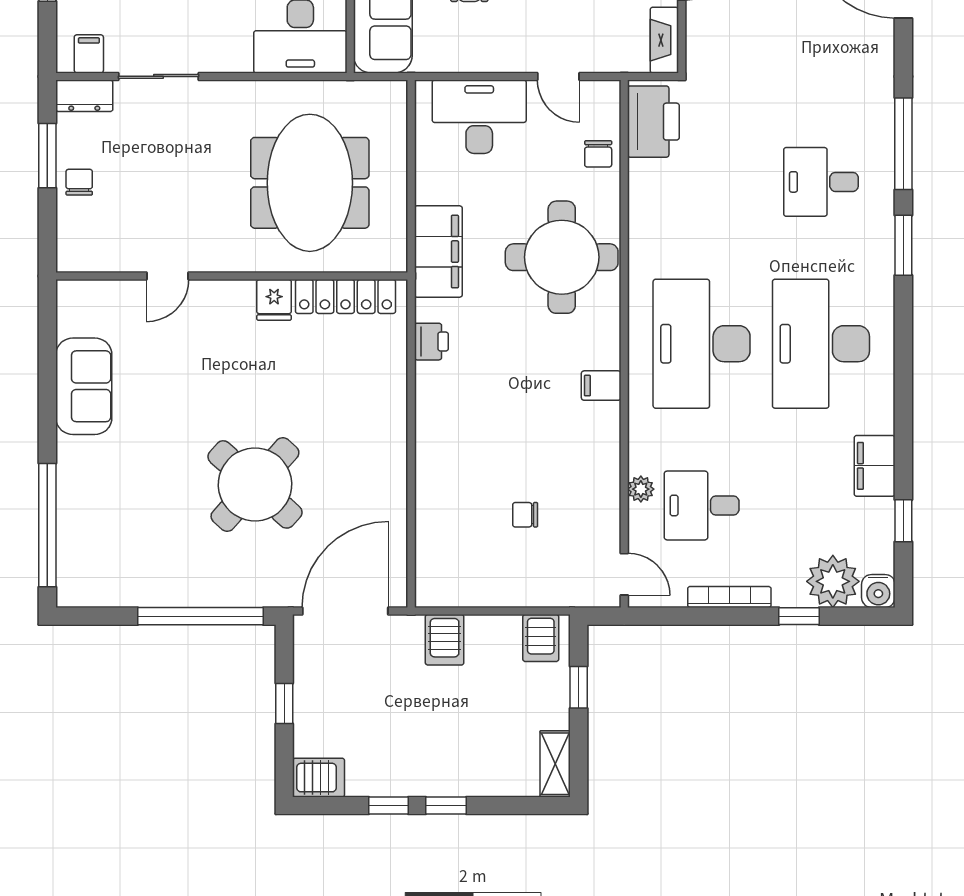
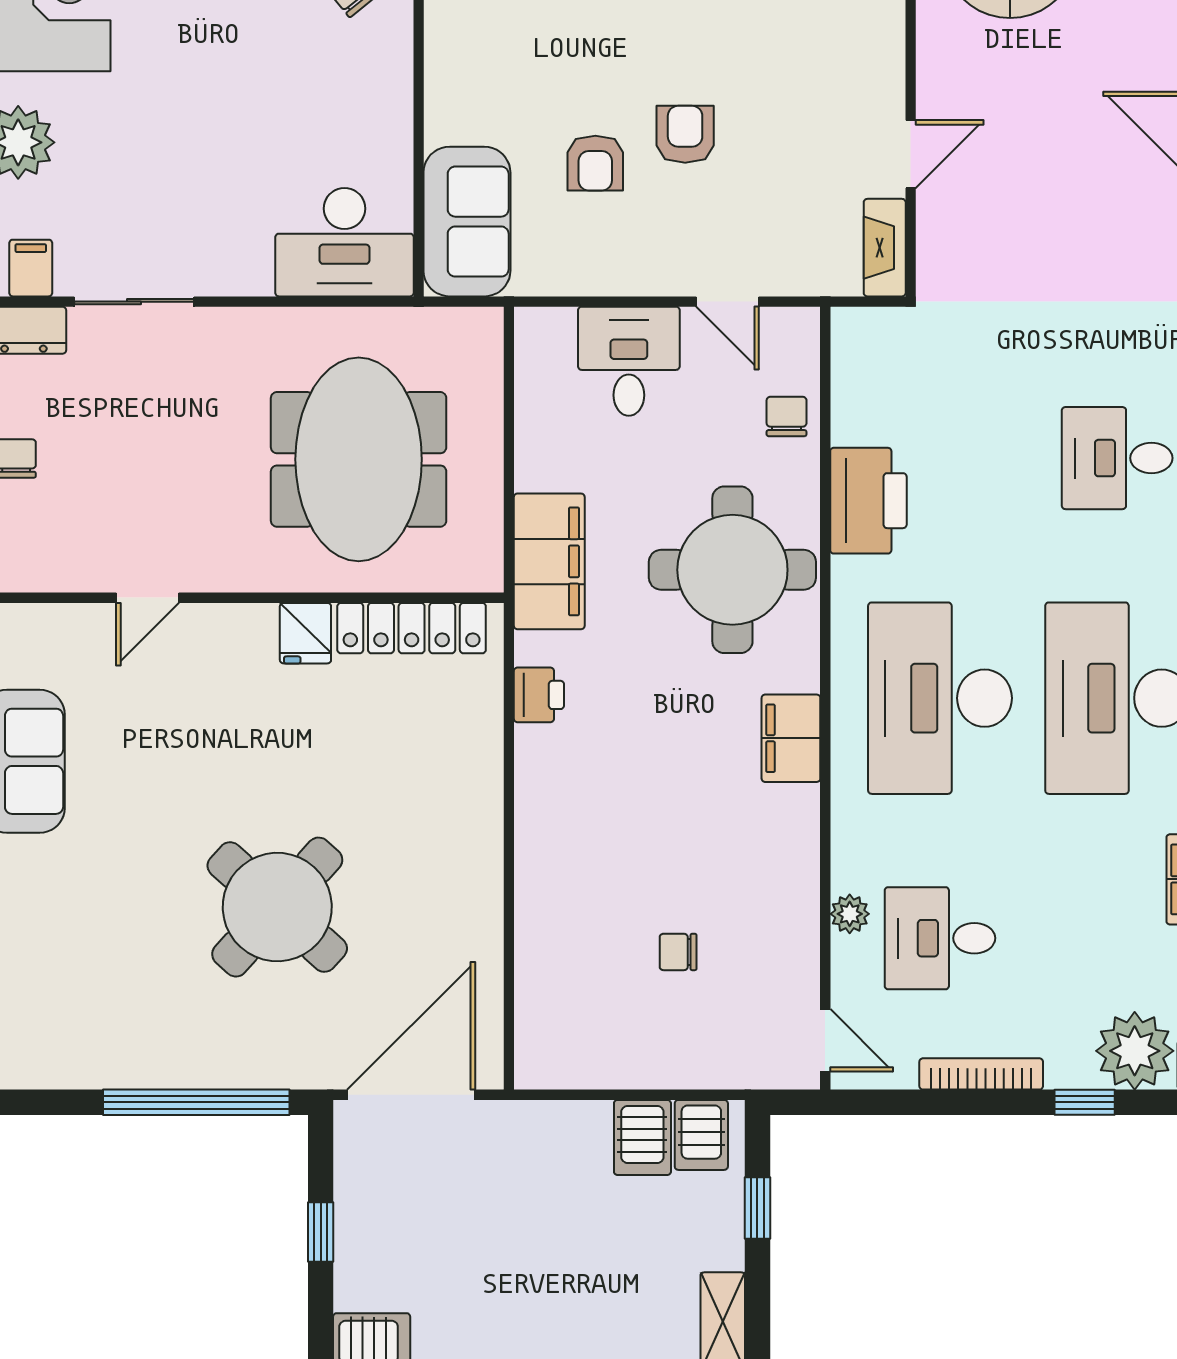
desk: (479, 117) -> (629, 361), width x0.73
printer: (653, 122) -> (868, 501), moved
chair: (598, 154) -> (787, 416), turned 180
filing cabinet: (601, 386) -> (791, 738), width x2.00
server rack: (445, 640) -> (642, 1137), moved

